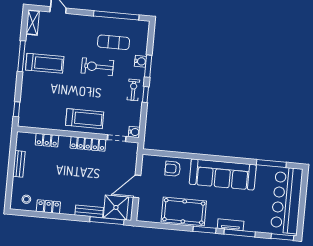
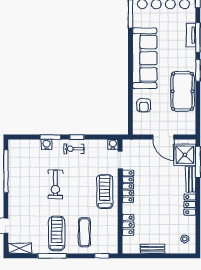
exercise mat: (114, 42) -> (84, 232), moved
locker: (48, 207) -> (190, 205), moved
tv unit: (231, 225) -> (191, 35), moved

